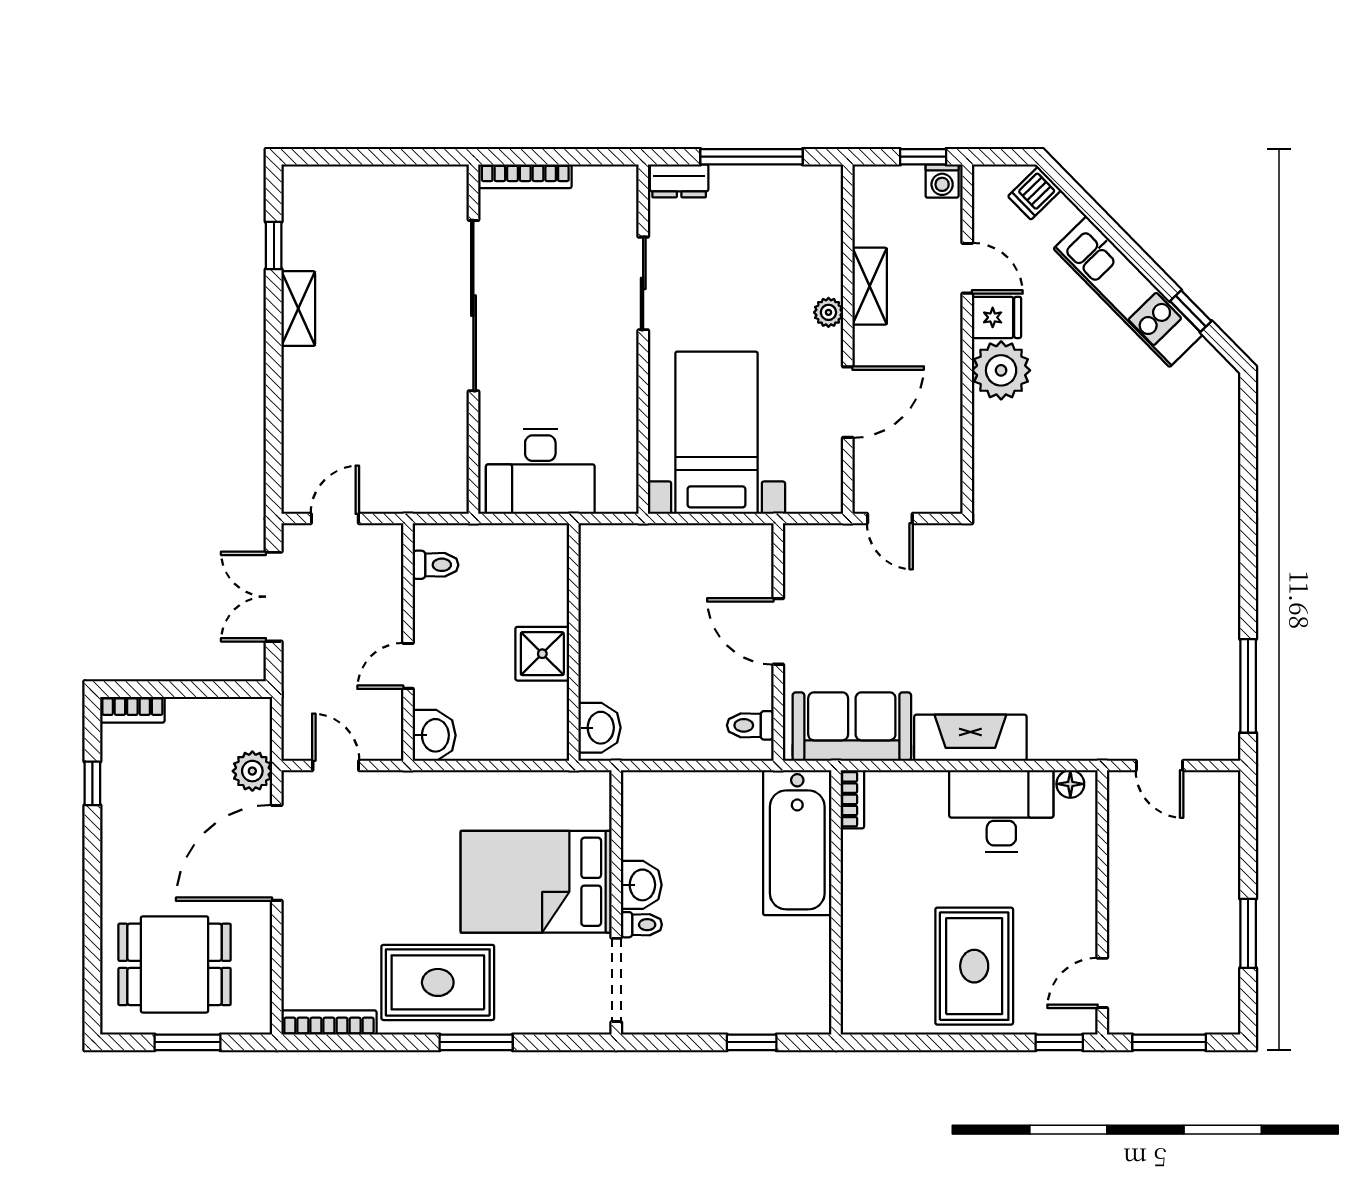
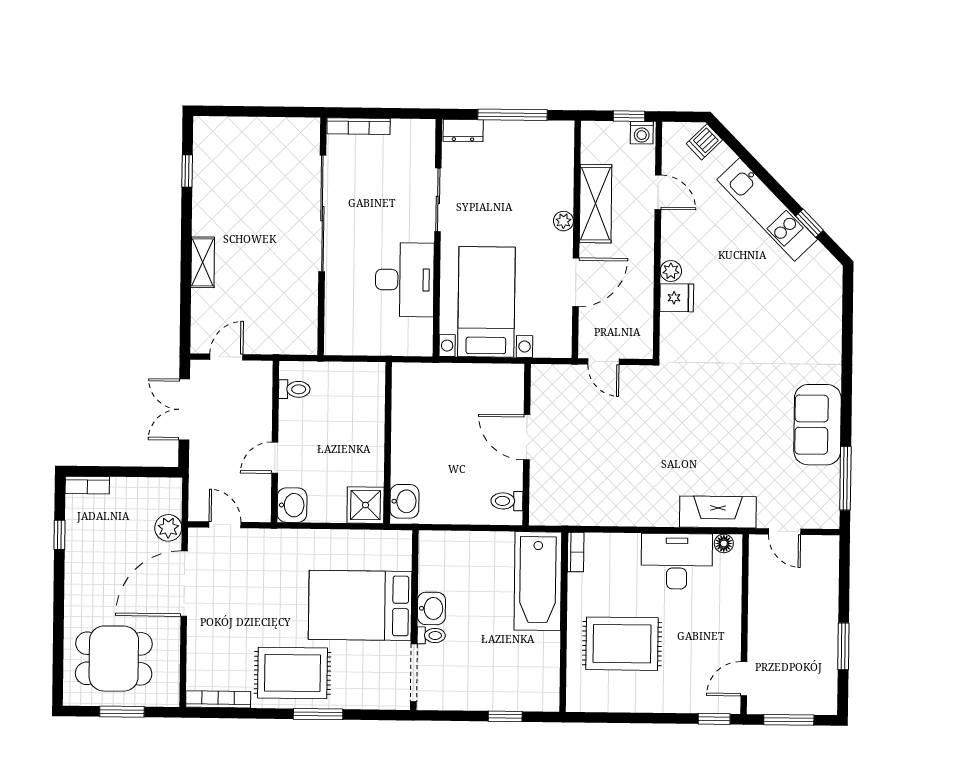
shelving: (870, 286) -> (596, 204), width x1.50, depth x1.33
shelving: (298, 309) -> (203, 262), moved
fridge: (997, 317) -> (677, 298), moved
plant: (1001, 370) -> (671, 271), width x0.53, depth x0.53
desk: (540, 471) -> (405, 280), moved, turned -90
shower: (542, 654) -> (366, 505), moved
sofa: (852, 727) -> (818, 425), moved, turned -90
fireplace: (970, 738) -> (718, 512), moved
rug: (974, 966) -> (622, 644), moved, turned 90

